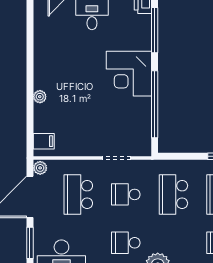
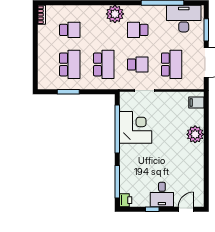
corner desk: (129, 74) -> (136, 127), moved
plant: (40, 97) -> (195, 134), width x1.87, depth x1.87
plant: (40, 168) -> (199, 83), removed
school desk: (126, 243) -> (138, 30), turned 180

